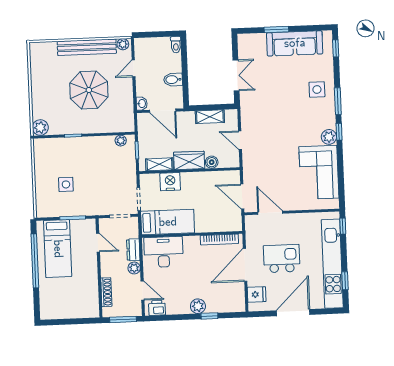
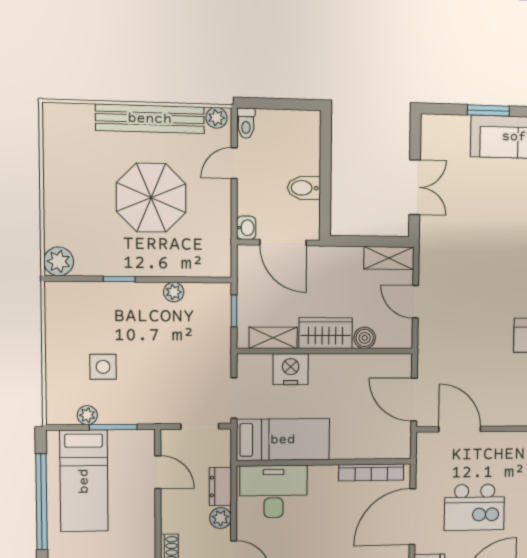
toilet: (176, 45) -> (246, 123), moved
shelving: (210, 117) -> (389, 258), moved
plant: (121, 141) -> (174, 292), moved
plant: (58, 212) -> (87, 415), added
kitchen island: (282, 259) -> (474, 507), turned 180

